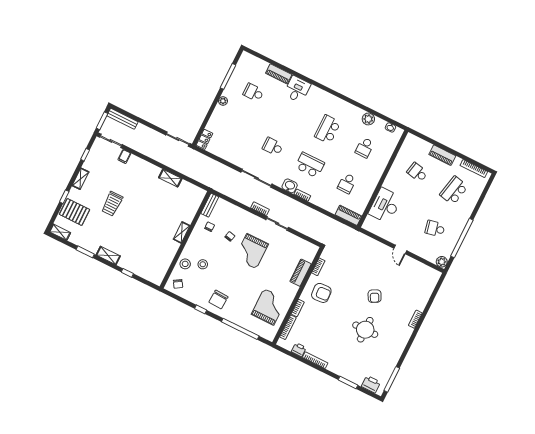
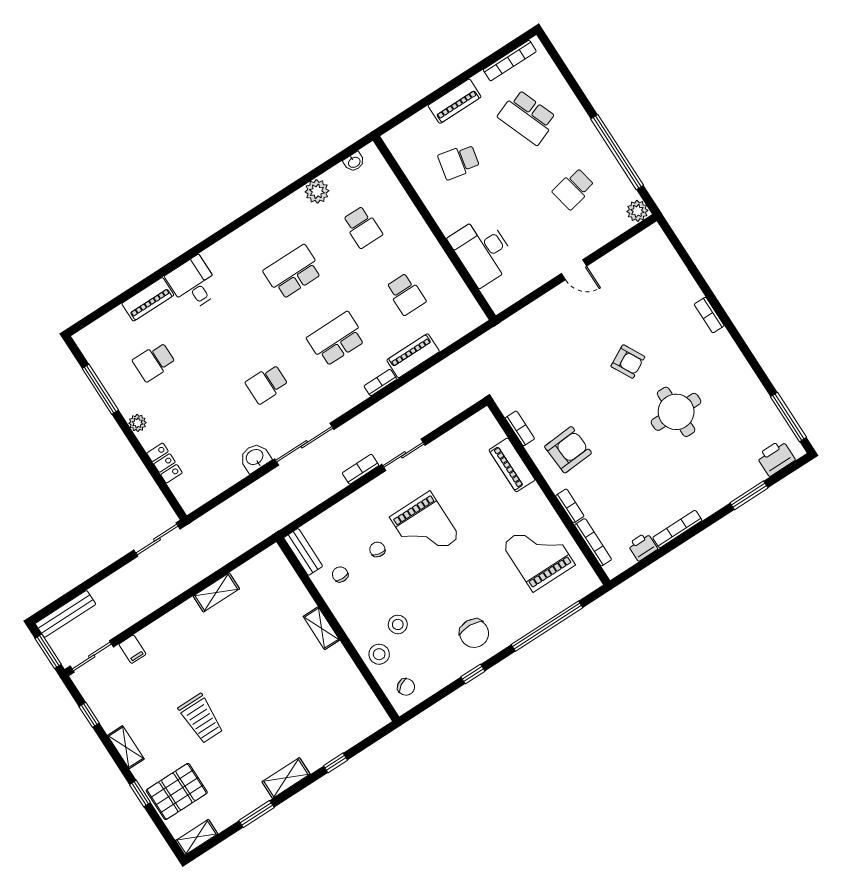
school desk: (328, 129) -> (293, 272), turned 90
locker: (204, 139) -> (165, 463), moved
washbasin: (290, 186) -> (255, 458), moved
school desk: (454, 191) -> (527, 117), turned -33
piano: (348, 215) -> (413, 356), moved

